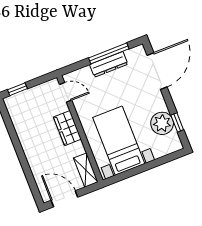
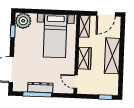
plant: (162, 123) -> (23, 21), moved
shelving: (32, 147) -> (112, 56), added
door: (64, 199) -> (106, 14), hinge flipped

